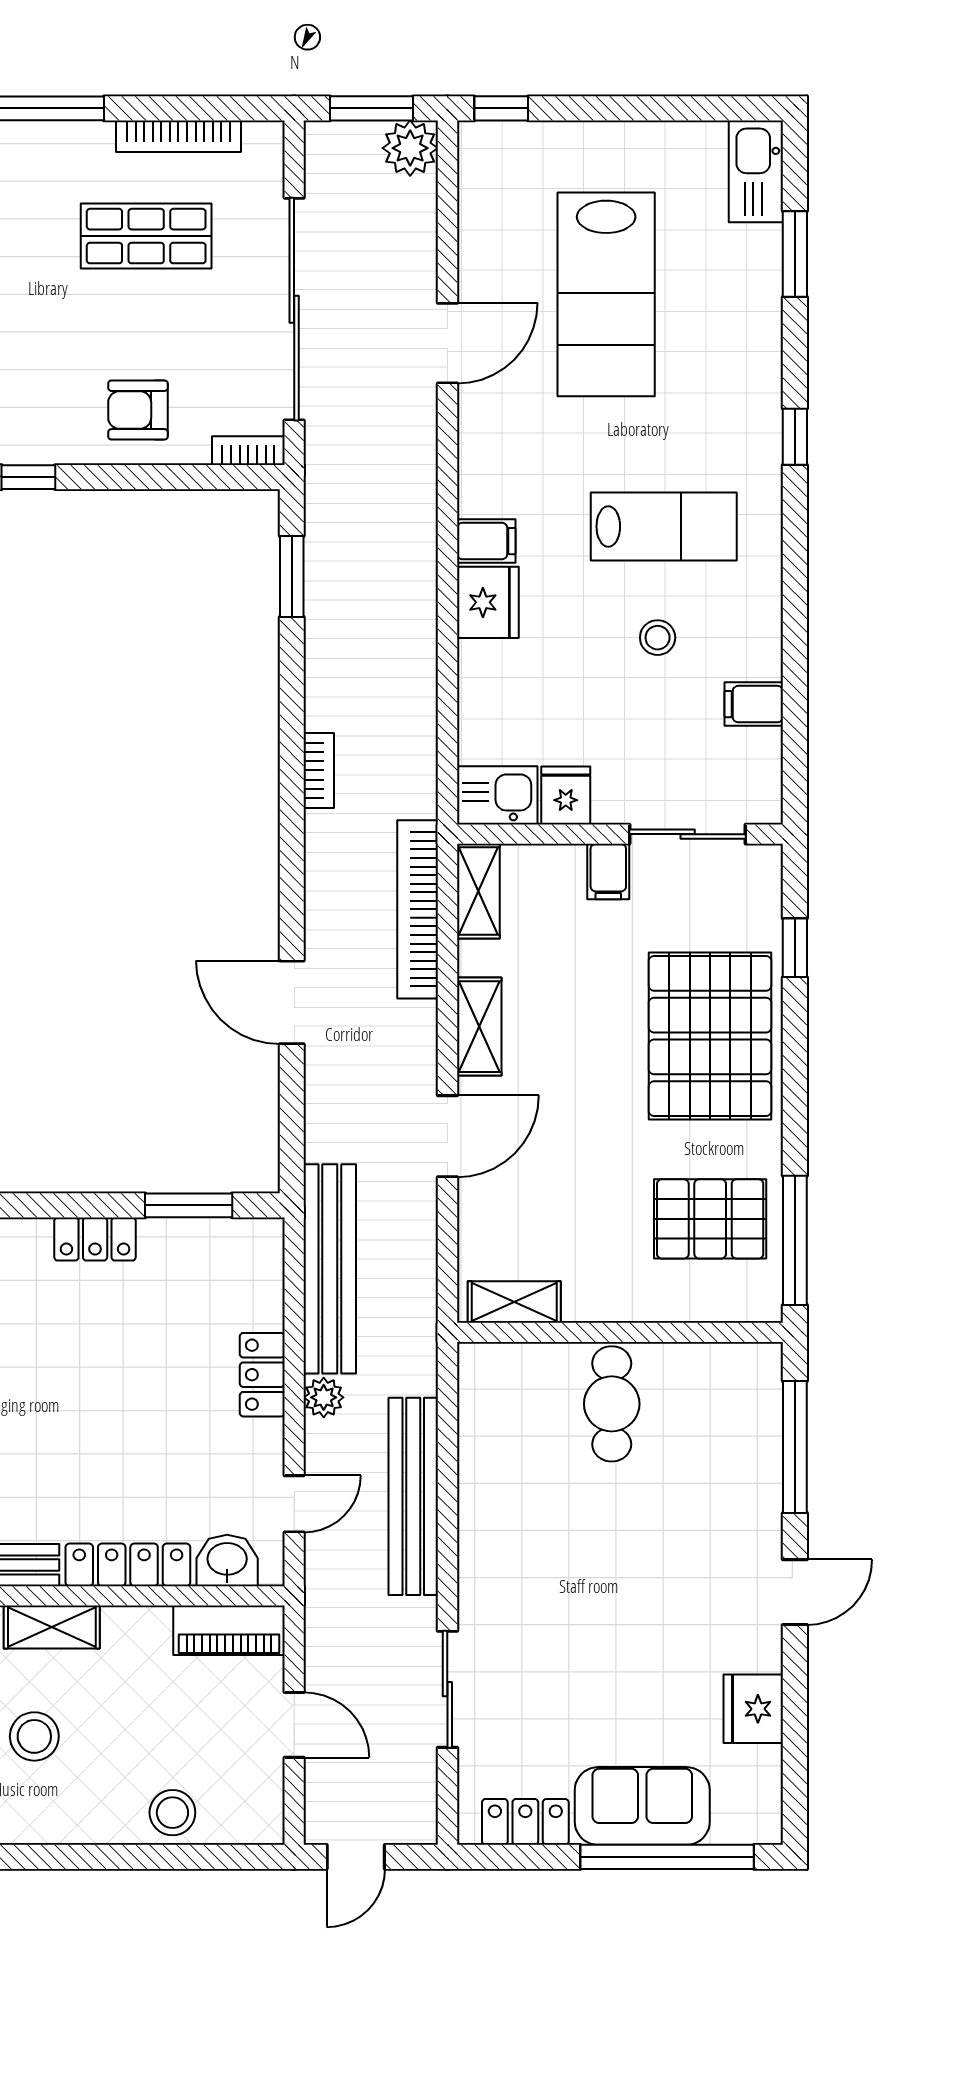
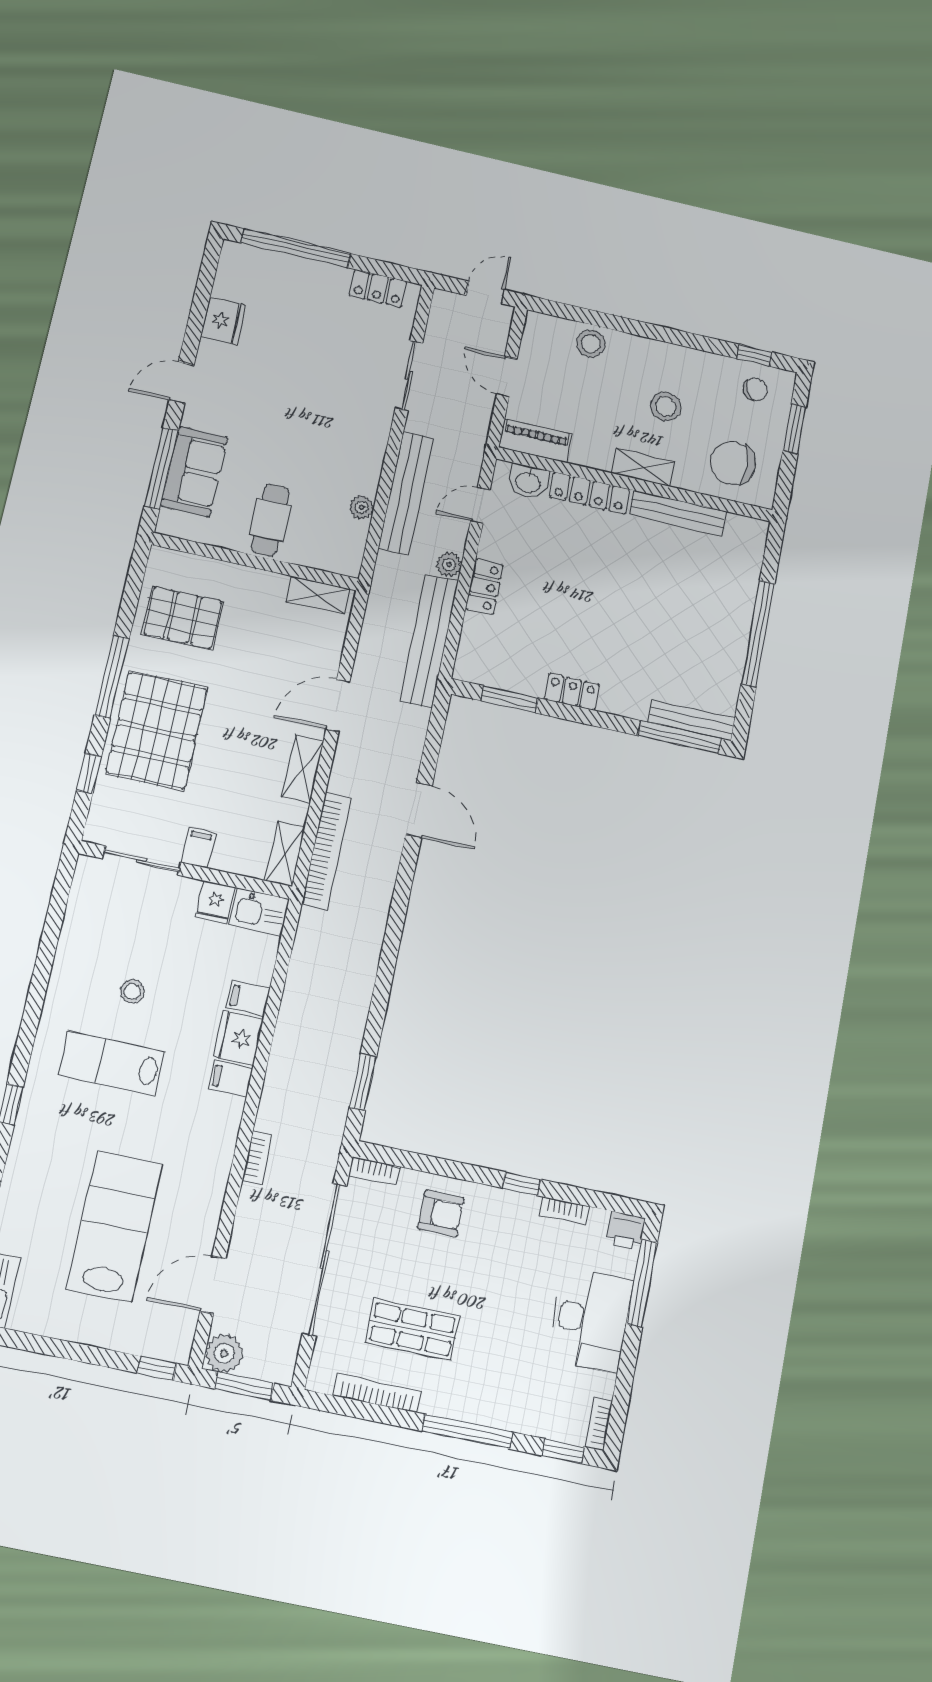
door: (447, 343) -> (213, 1285), moved
filing cabinet: (754, 704) -> (248, 998), moved, turned 180
bookcase: (319, 770) -> (257, 1158), moved, turned 180
window: (795, 1240) -> (112, 677), moved
plant: (476, 1457) -> (362, 507), added
sofa: (642, 1806) -> (194, 472), moved, turned -90

